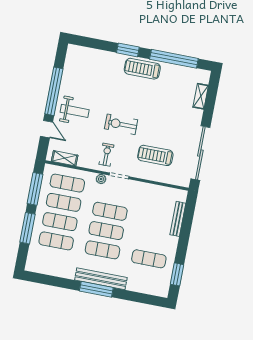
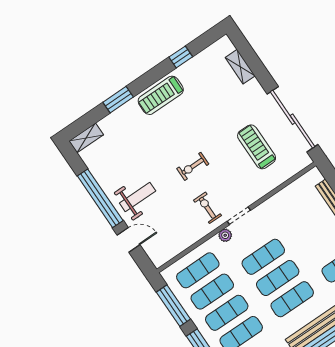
window: (128, 50) -> (118, 100), moved
window: (174, 59) -> (181, 57), width x0.32
exercise bike: (121, 124) -> (193, 166), width x0.73, depth x0.72
treadmill: (155, 155) -> (257, 147), moved, turned 90
shelving: (65, 158) -> (86, 138), moved

